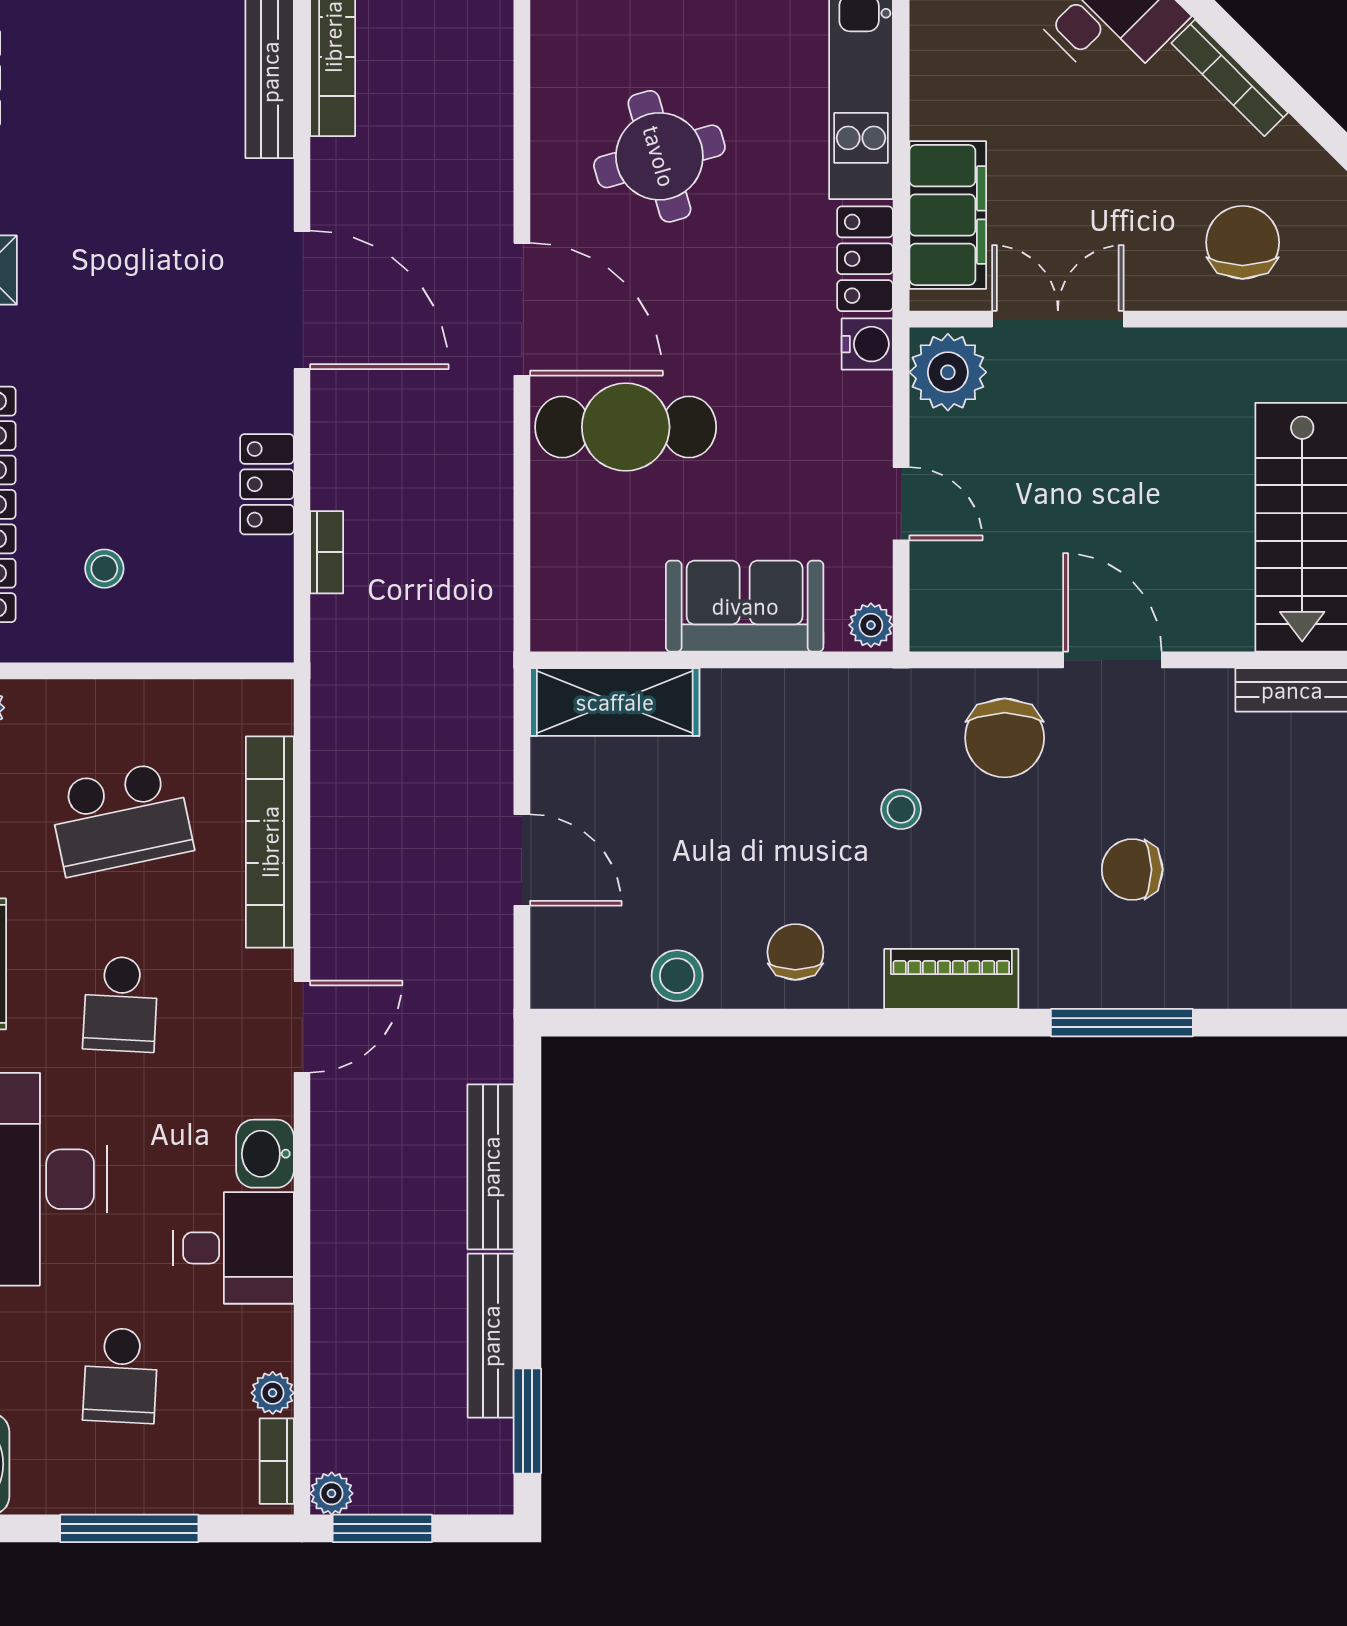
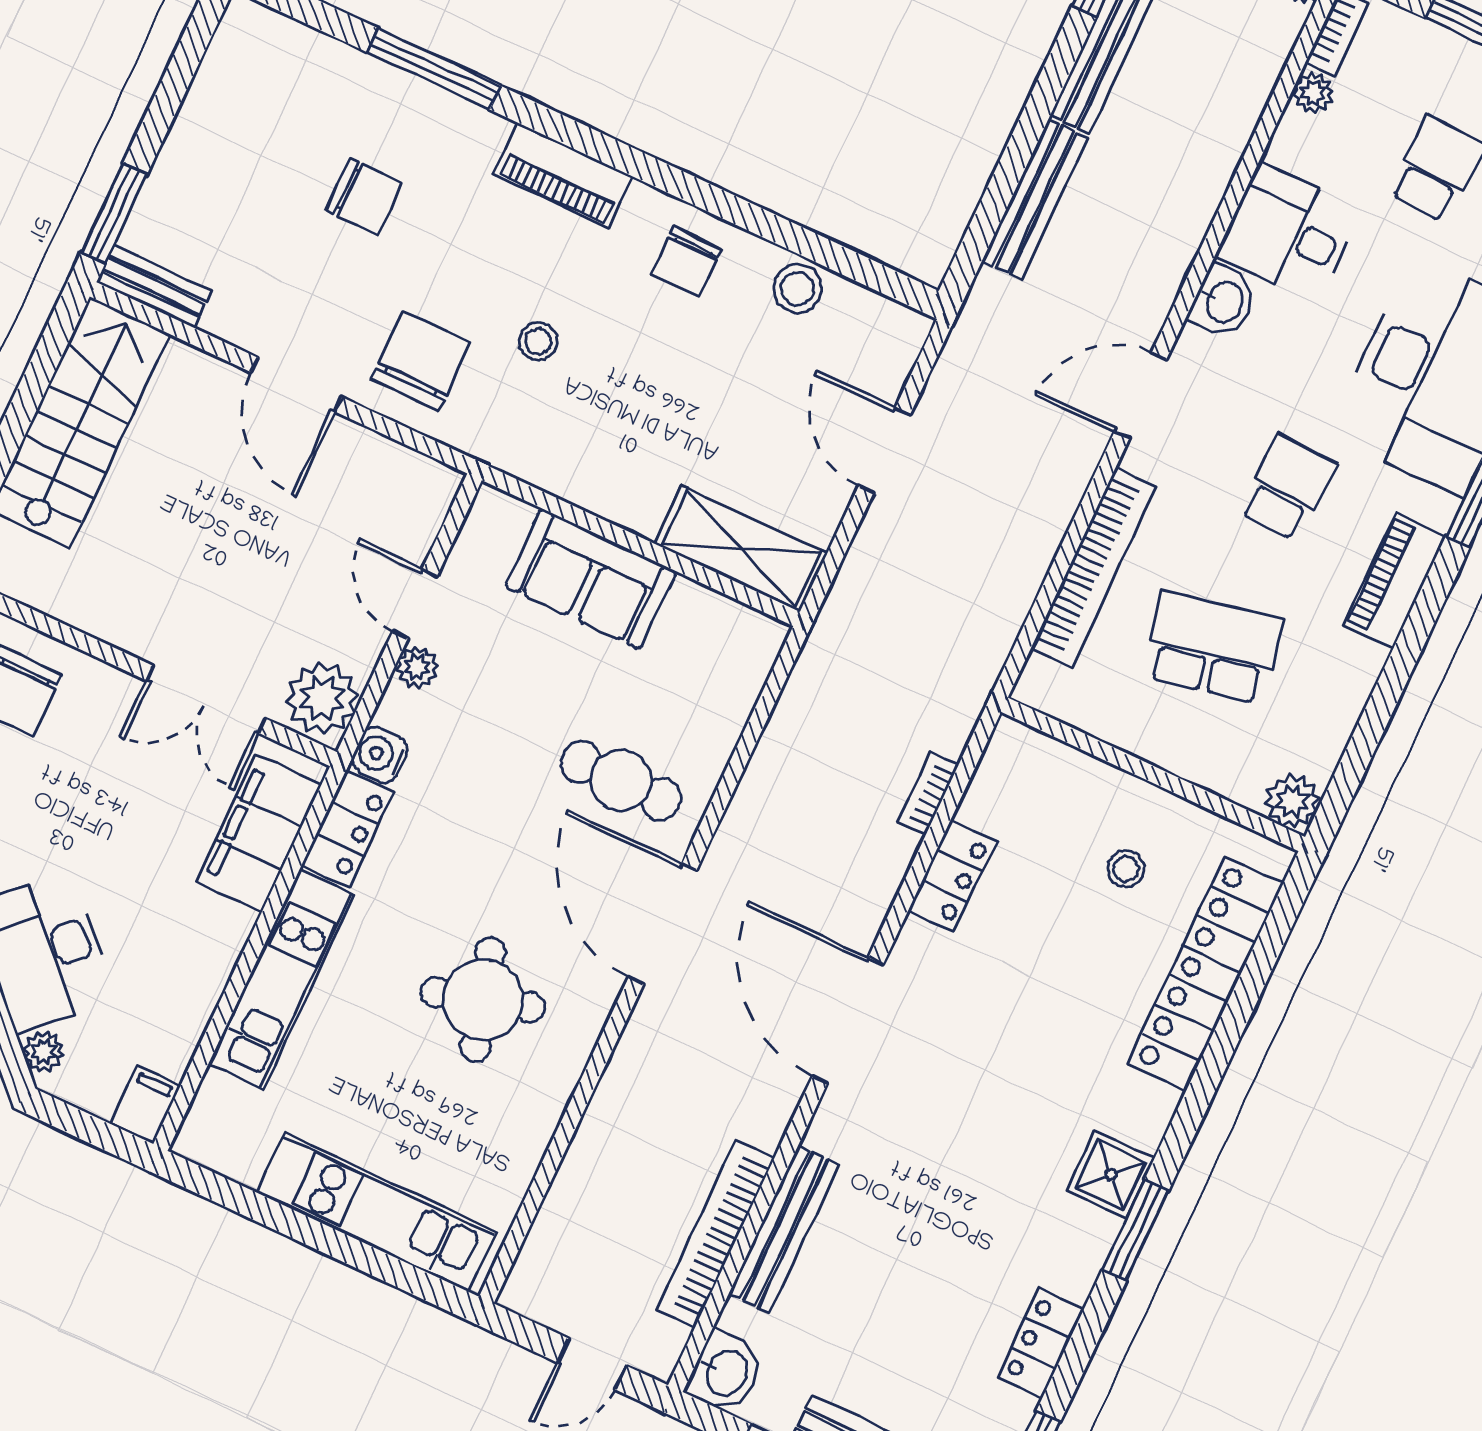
cafe table: (626, 427) -> (621, 781), width x0.73, depth x0.74
plant: (871, 625) -> (417, 667), moved

